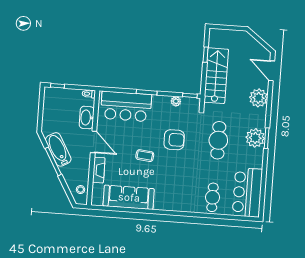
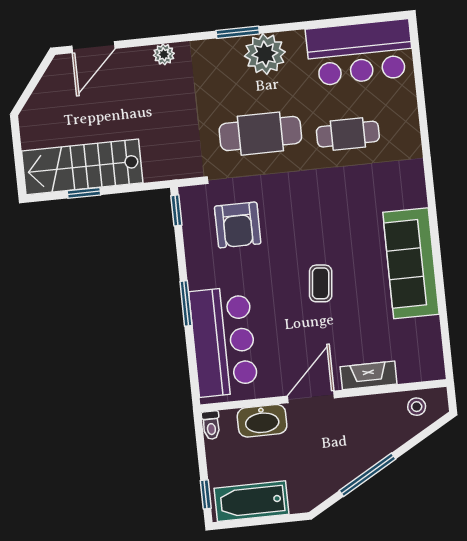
stairs: (216, 76) -> (82, 167), moved
plant: (258, 98) -> (164, 54), width x0.53, depth x0.53
plant: (176, 101) -> (194, 238), removed
plant: (255, 138) -> (265, 54), moved
armchair: (174, 140) -> (238, 225), moved, turned 180
bathtub: (58, 149) -> (251, 501), moved, turned 30
sofa: (129, 197) -> (411, 263), moved
cafe table: (213, 197) -> (348, 134), moved

